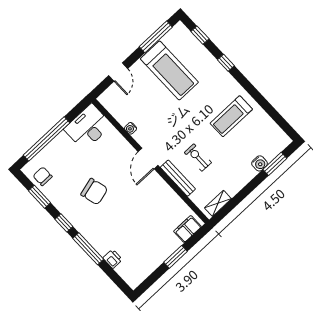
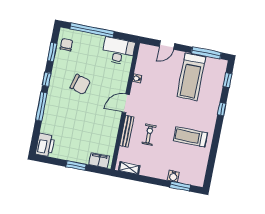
chair: (94, 192) -> (80, 84), turned -59
printer: (113, 259) -> (45, 145), moved, width x1.87, depth x1.48

